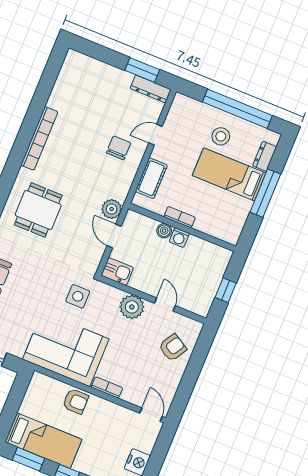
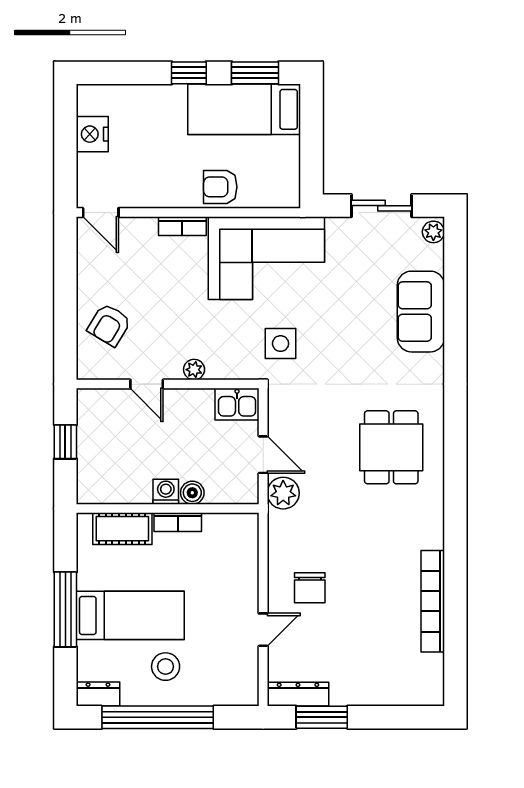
bookcase: (39, 138) -> (433, 601), moved
dresser: (265, 156) -> (98, 694), moved, turned -90
cot: (151, 178) -> (122, 529), moved, turned 90
plant: (132, 307) -> (194, 370), width x0.53, depth x0.53

